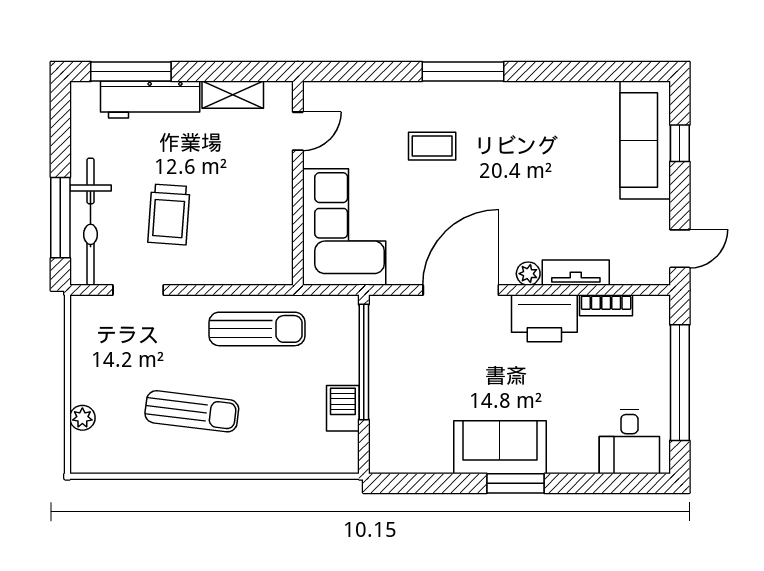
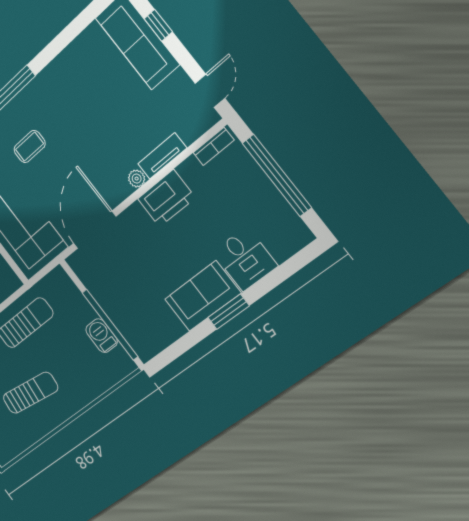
door: (461, 290) -> (95, 230), moved
bookcase: (606, 305) -> (214, 146), moved
window: (364, 362) -> (110, 325), moved
desk: (629, 442) -> (245, 259), moved

